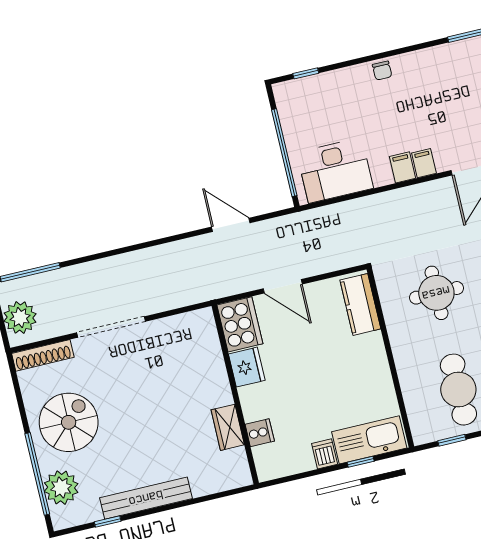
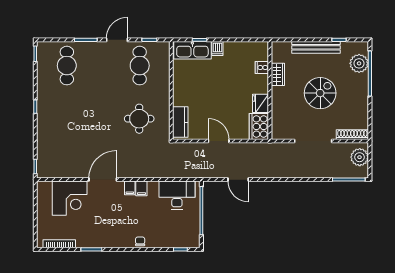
cooker: (240, 324) -> (259, 127), moved
fridge: (247, 367) -> (261, 103), moved
wall: (235, 394) -> (270, 90), moved
spiral stairs: (69, 422) -> (320, 93), moved, turned 180
wardrobe: (228, 427) -> (278, 74), moved
cooker: (260, 433) -> (262, 67), moved

